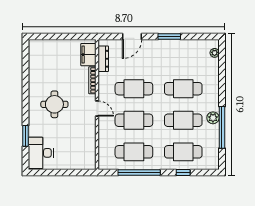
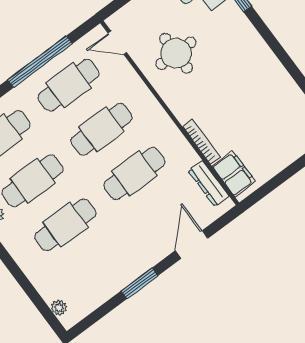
round table: (54, 104) -> (176, 53), moved
door: (97, 109) -> (117, 43), moved

